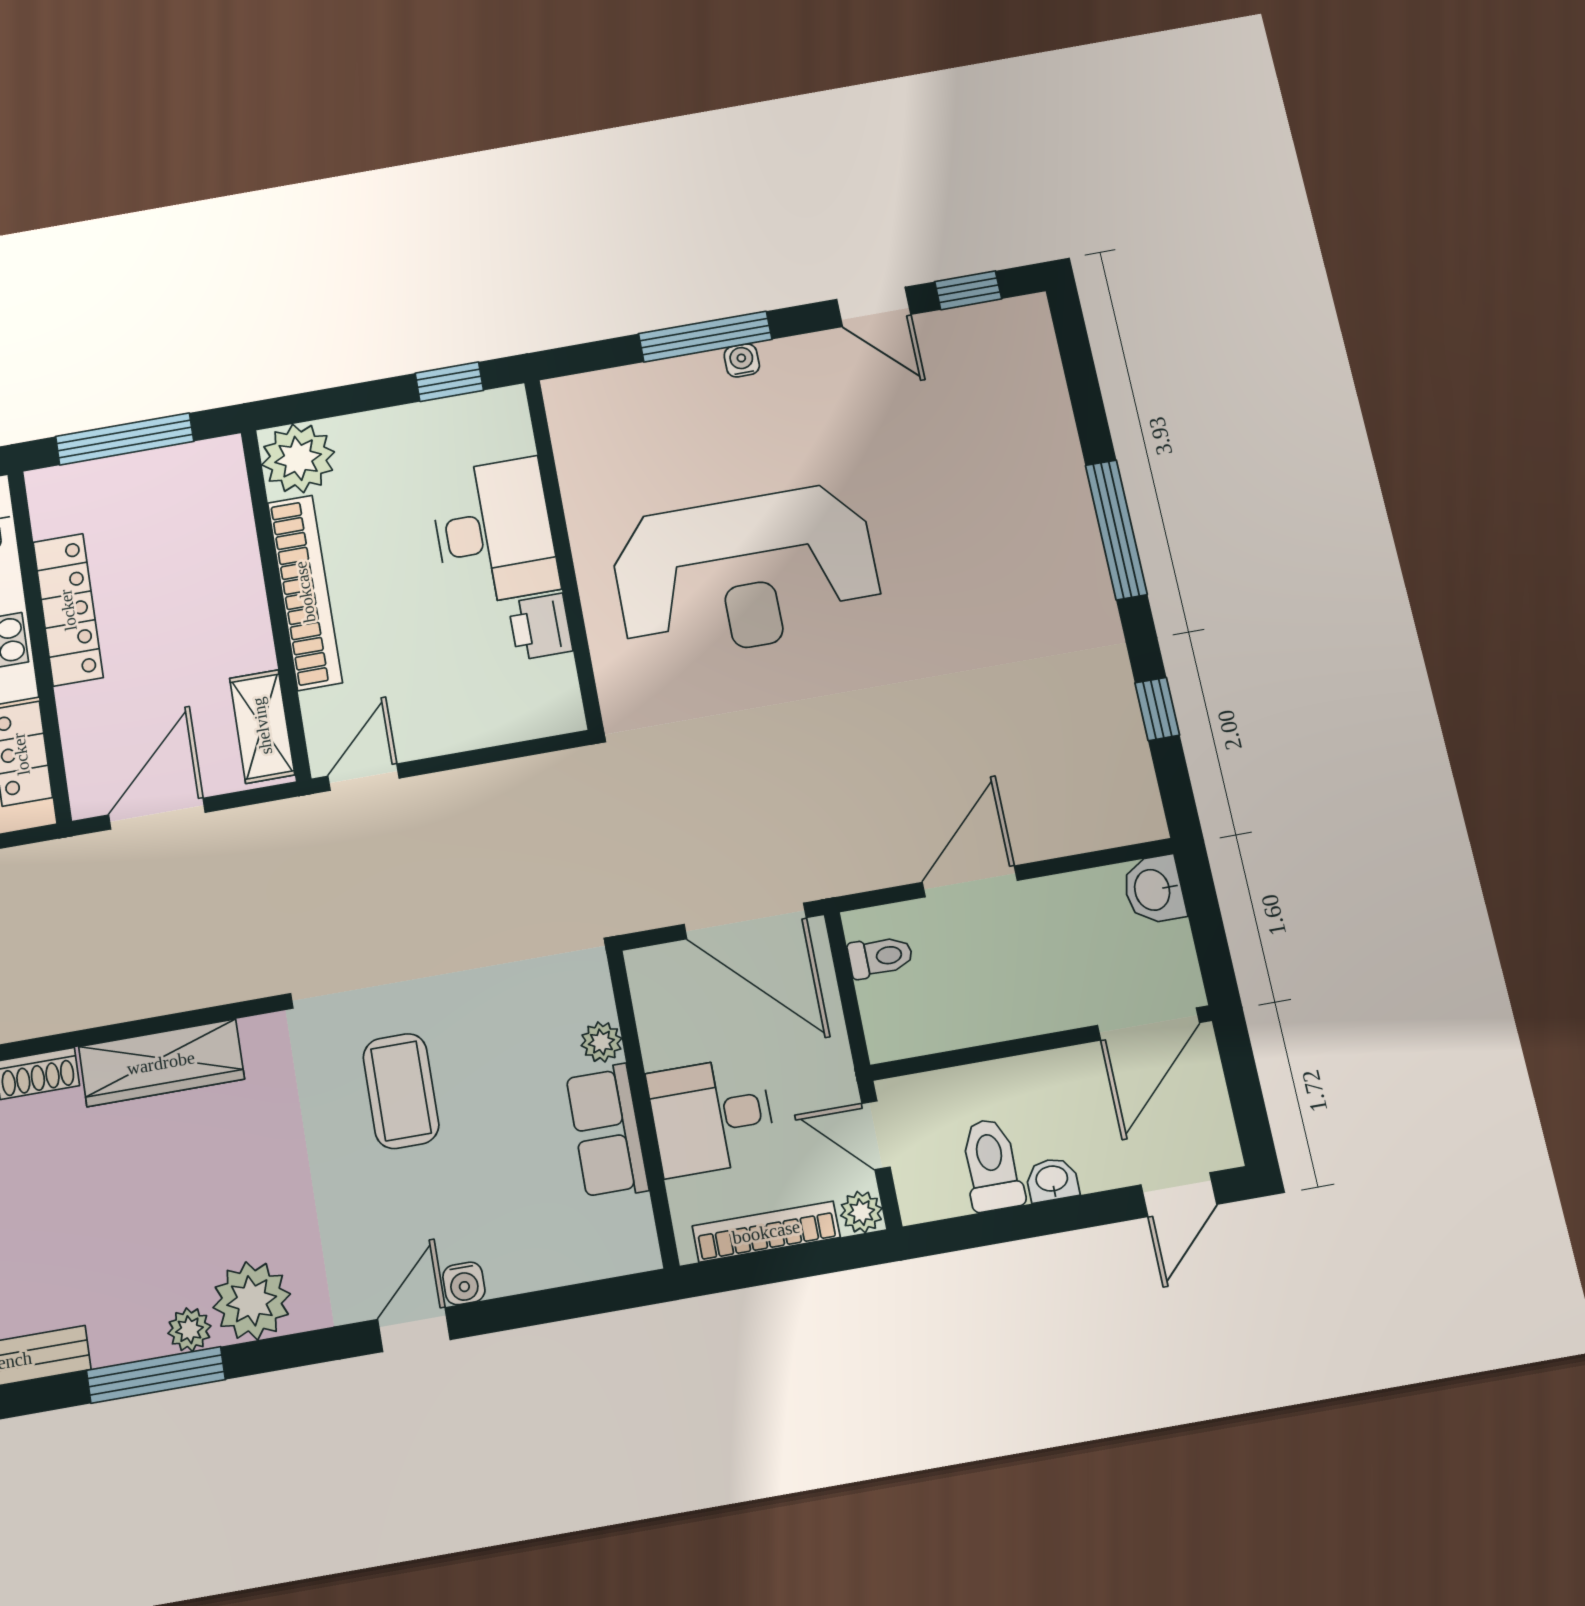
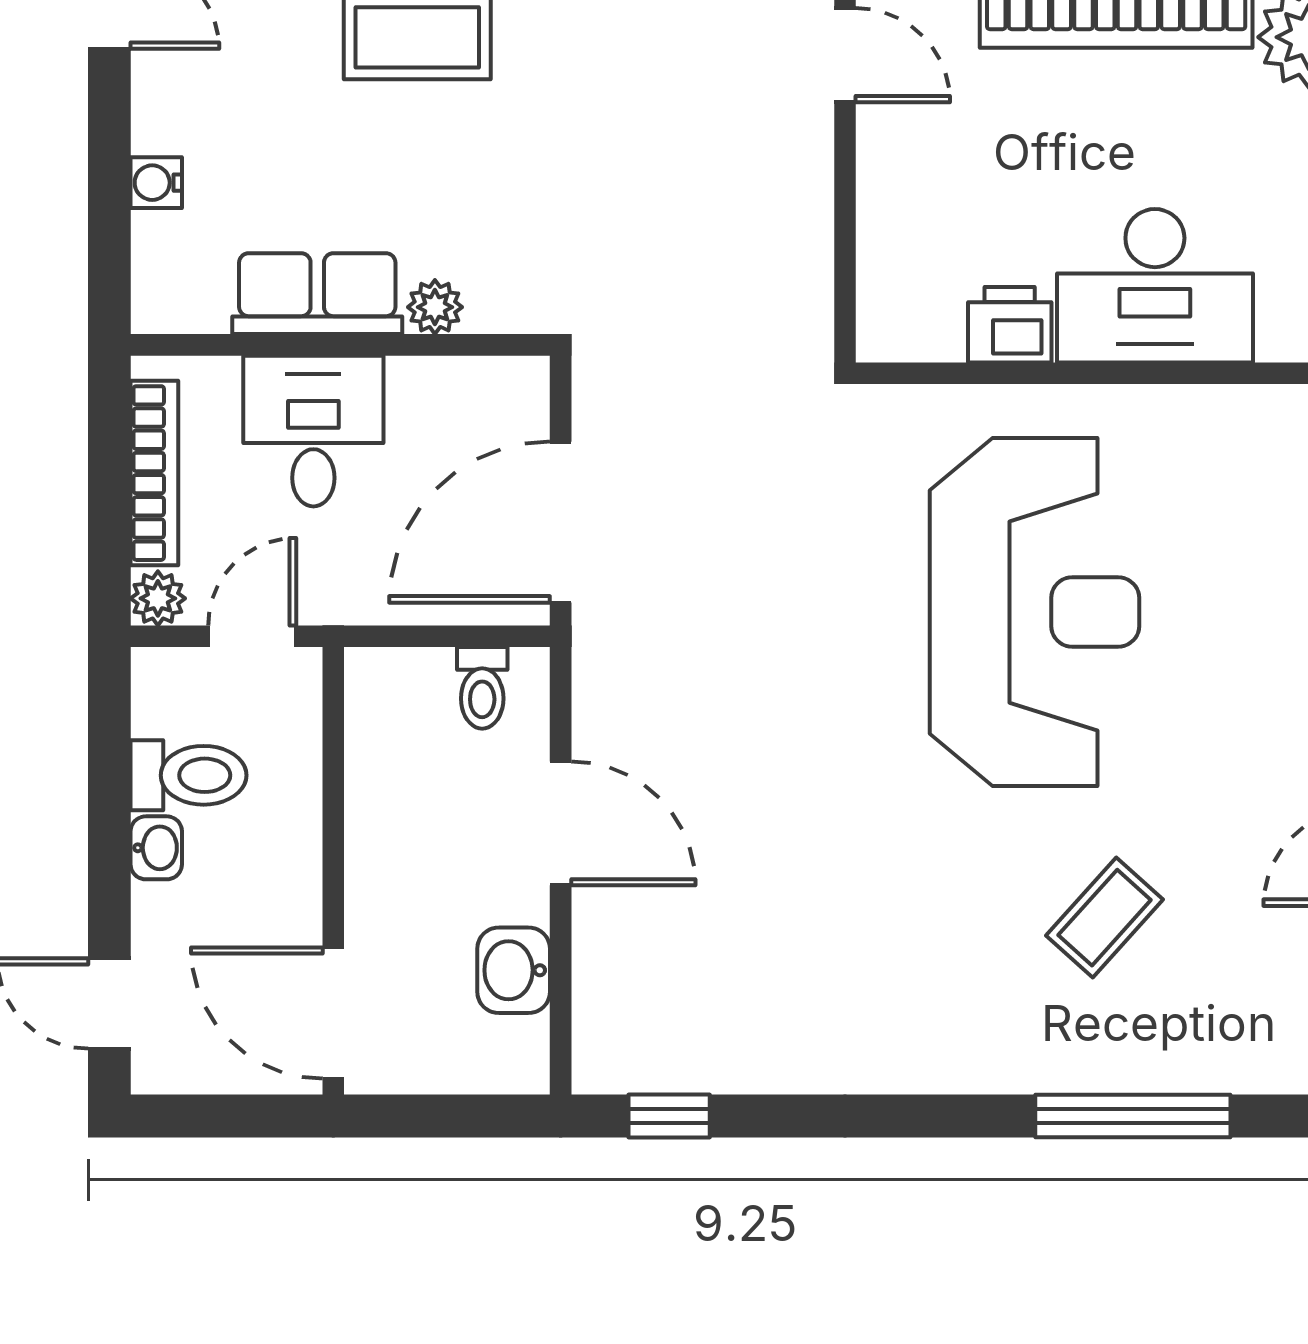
coffee table: (957, 486) -> (1105, 918), added
window: (1116, 530) -> (1133, 1116), moved
reception desk: (746, 573) -> (1035, 612), turned 180
window: (1157, 709) -> (669, 1116), moved
washbasin: (1154, 890) -> (514, 970), moved, turned -90
water cooler: (464, 1283) -> (156, 183), moved

